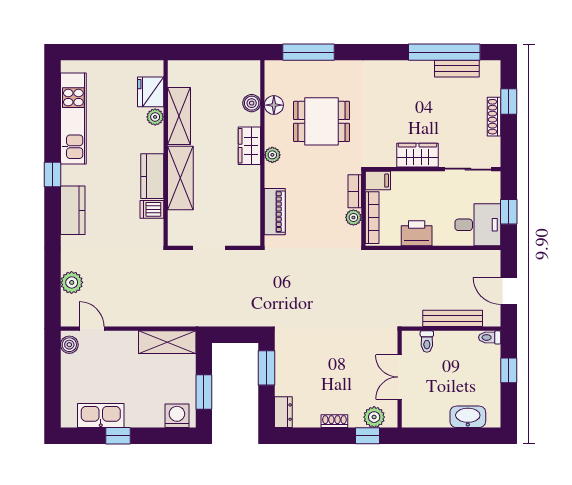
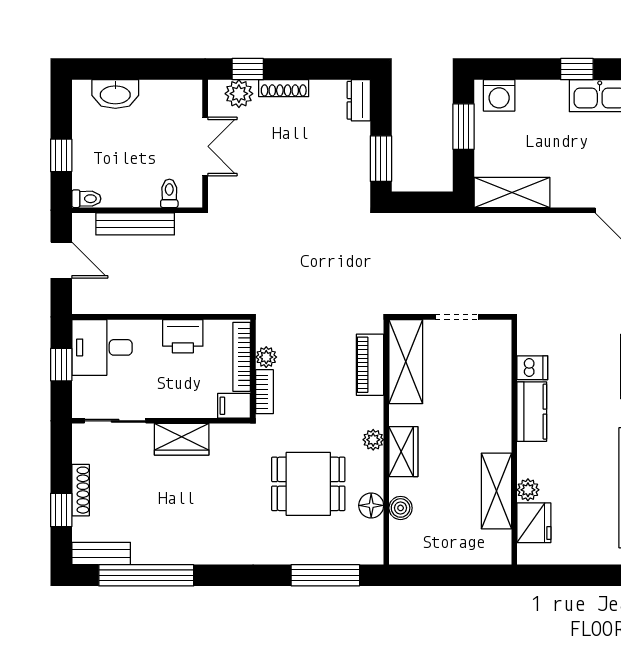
bench: (457, 69) -> (101, 553), moved
shelving: (180, 178) -> (406, 362), moved
shoe rack: (334, 421) -> (284, 88), width x1.43

